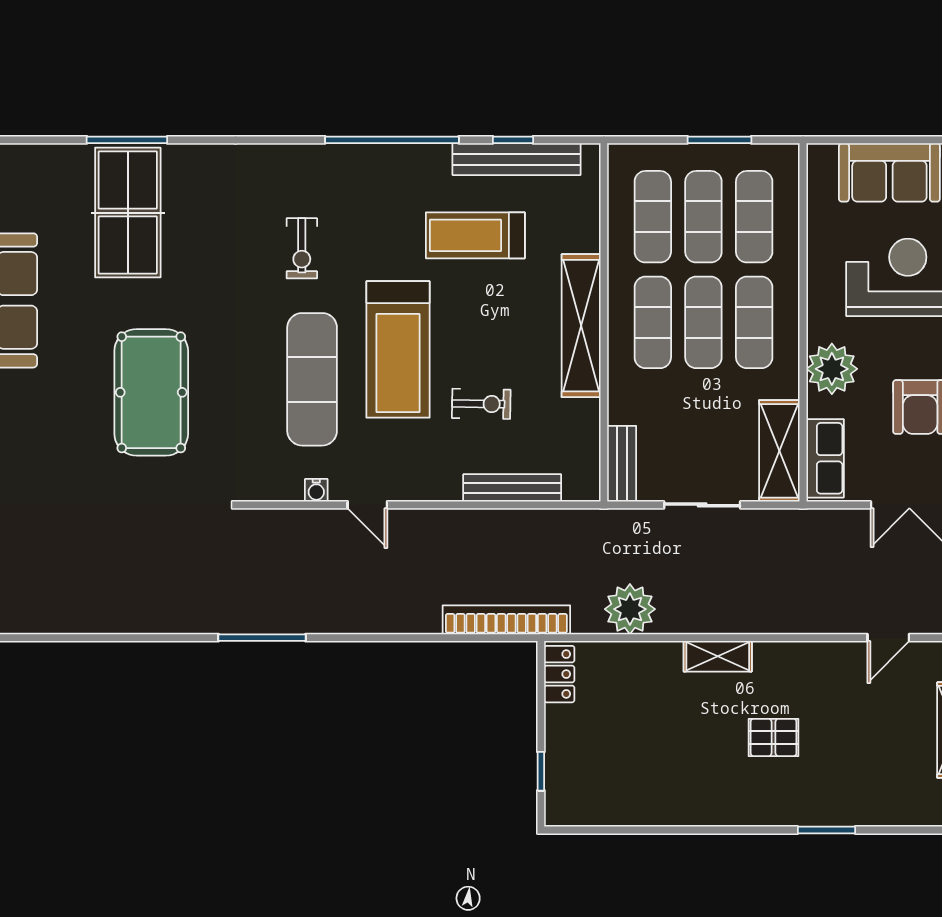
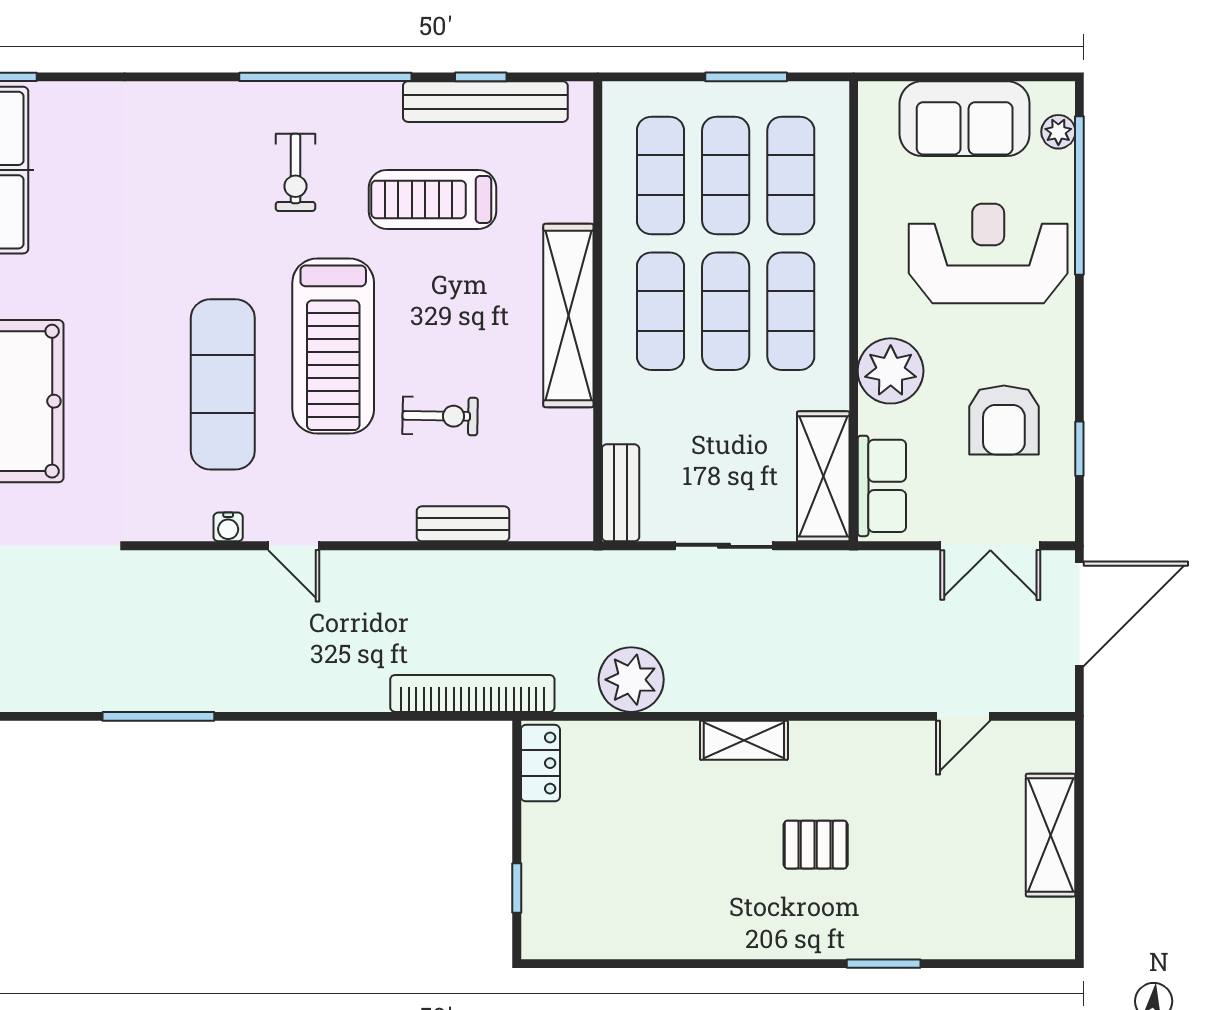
exercise bike: (302, 248) -> (295, 172), moved
bench: (512, 488) -> (463, 524), width x0.73

